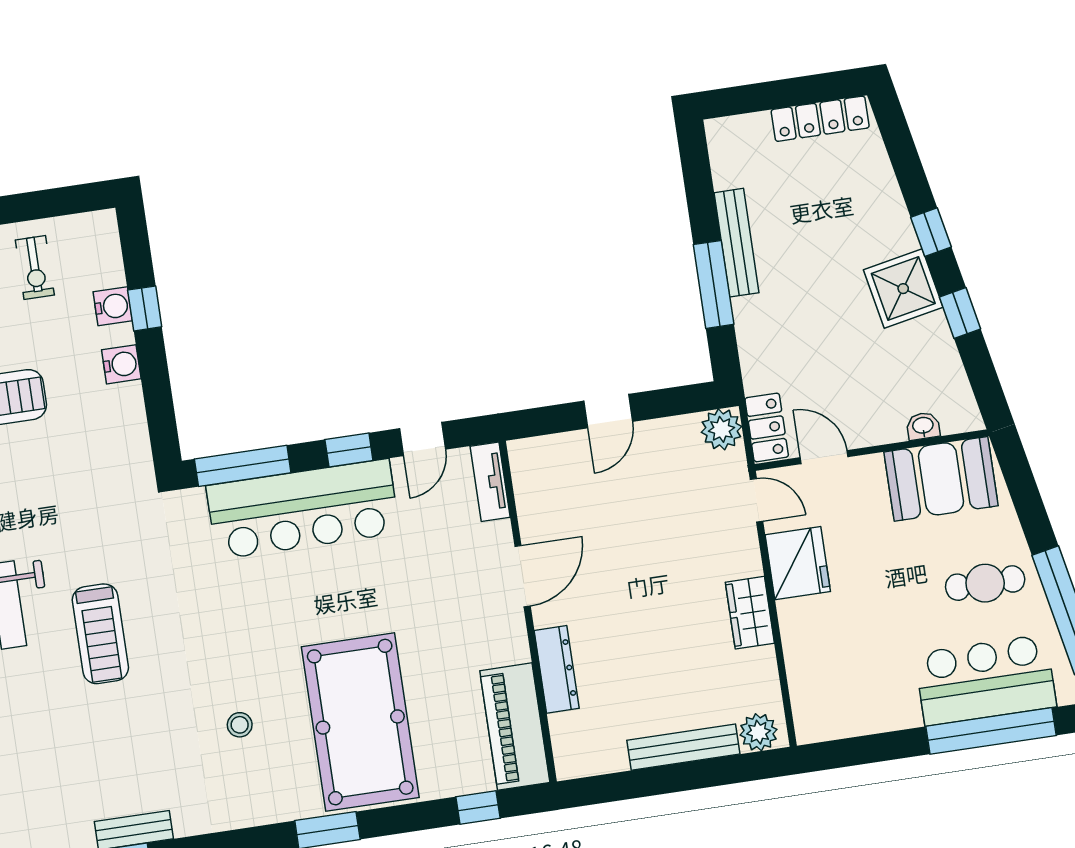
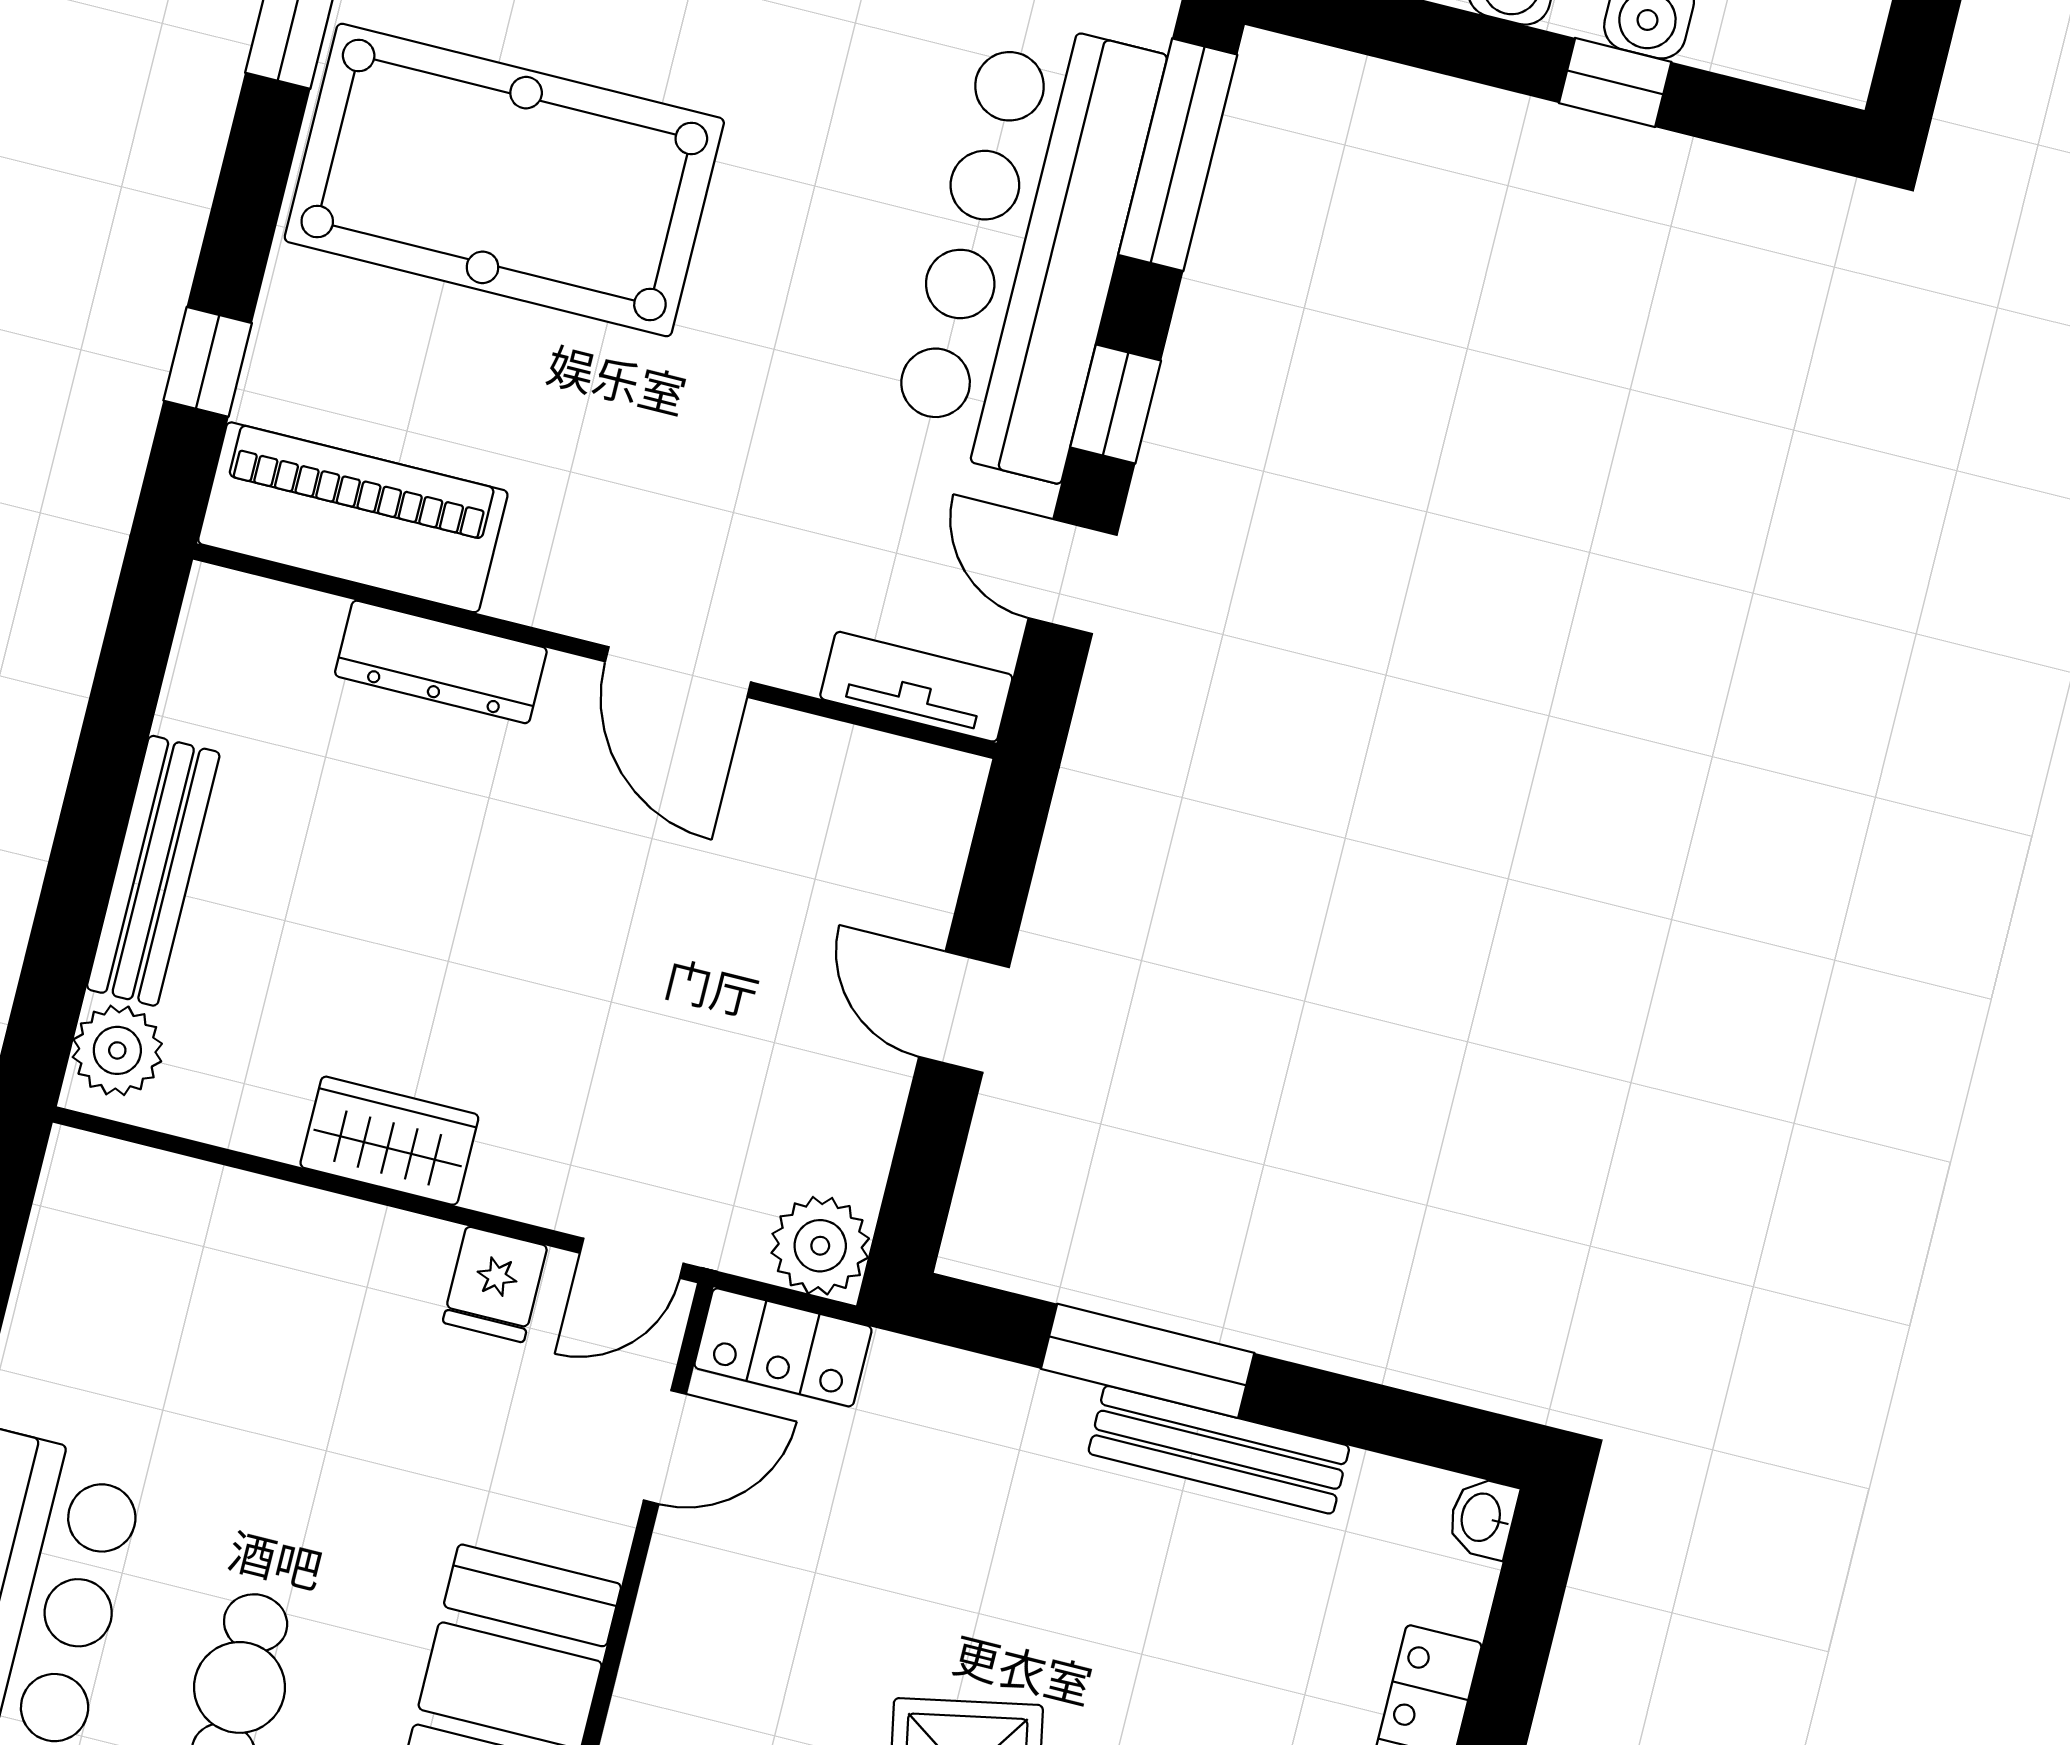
washbasin: (923, 426) -> (1483, 1518), moved, turned 180
fridge: (798, 563) -> (495, 1284), width x0.53, depth x0.75

